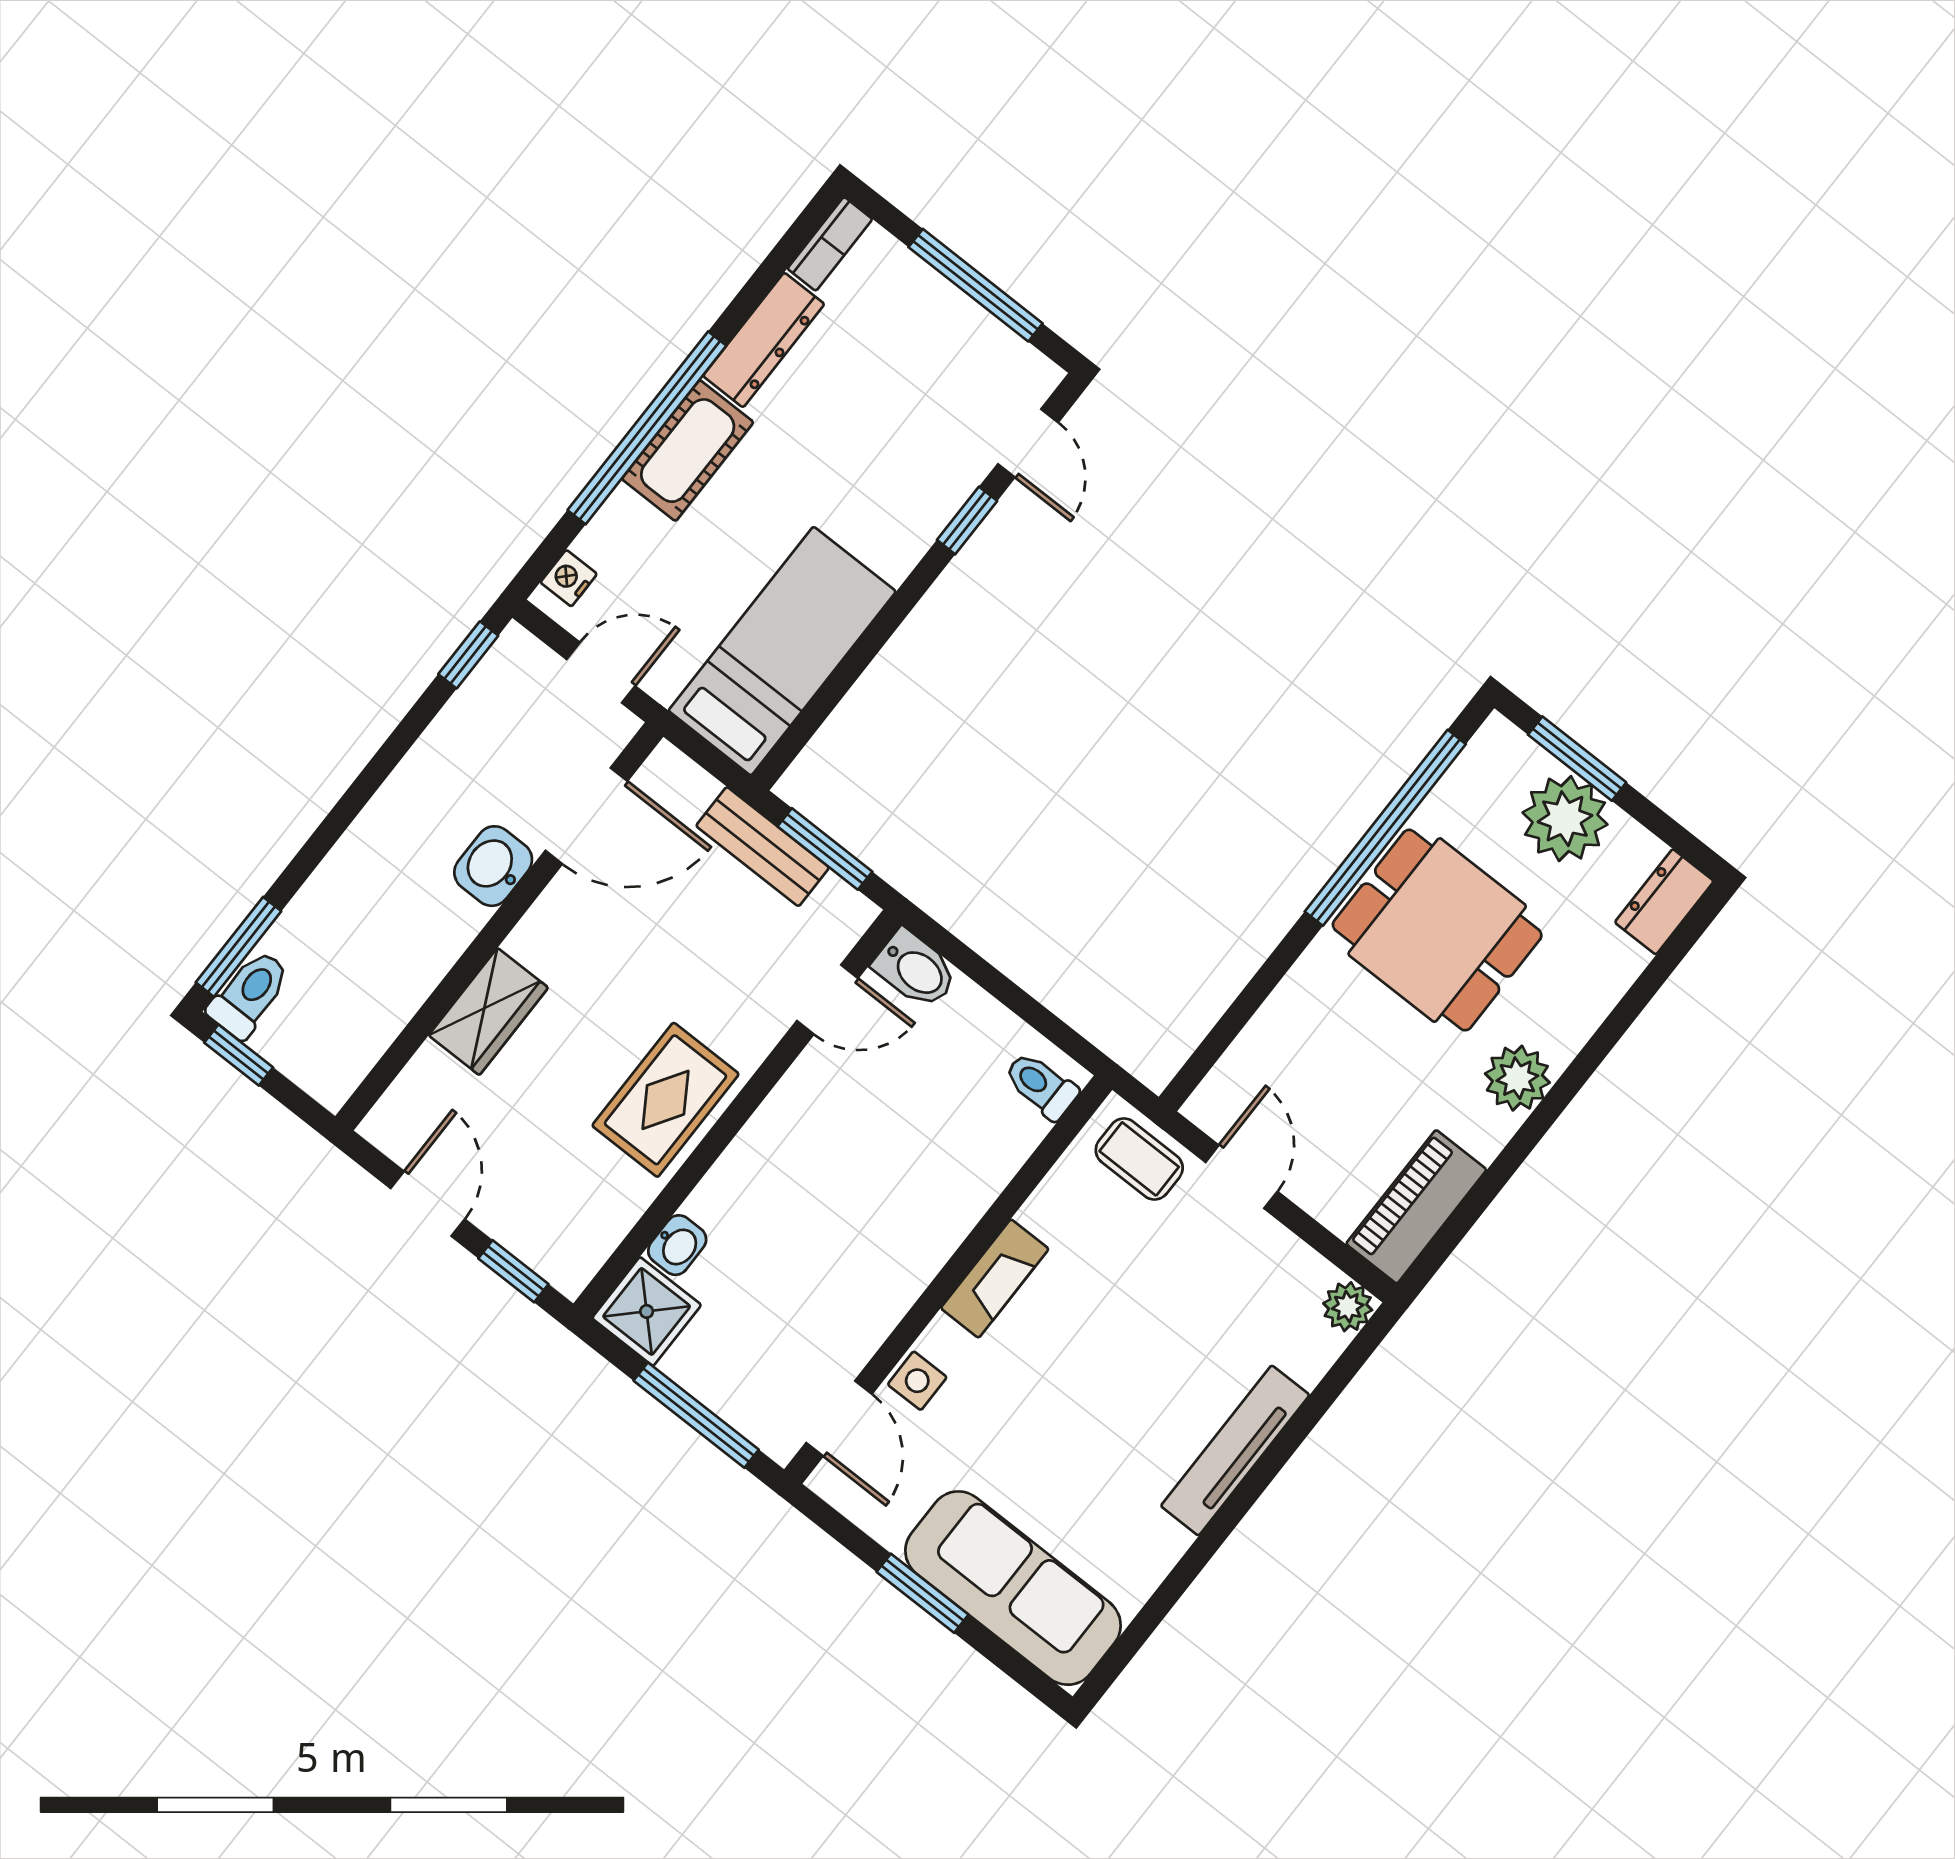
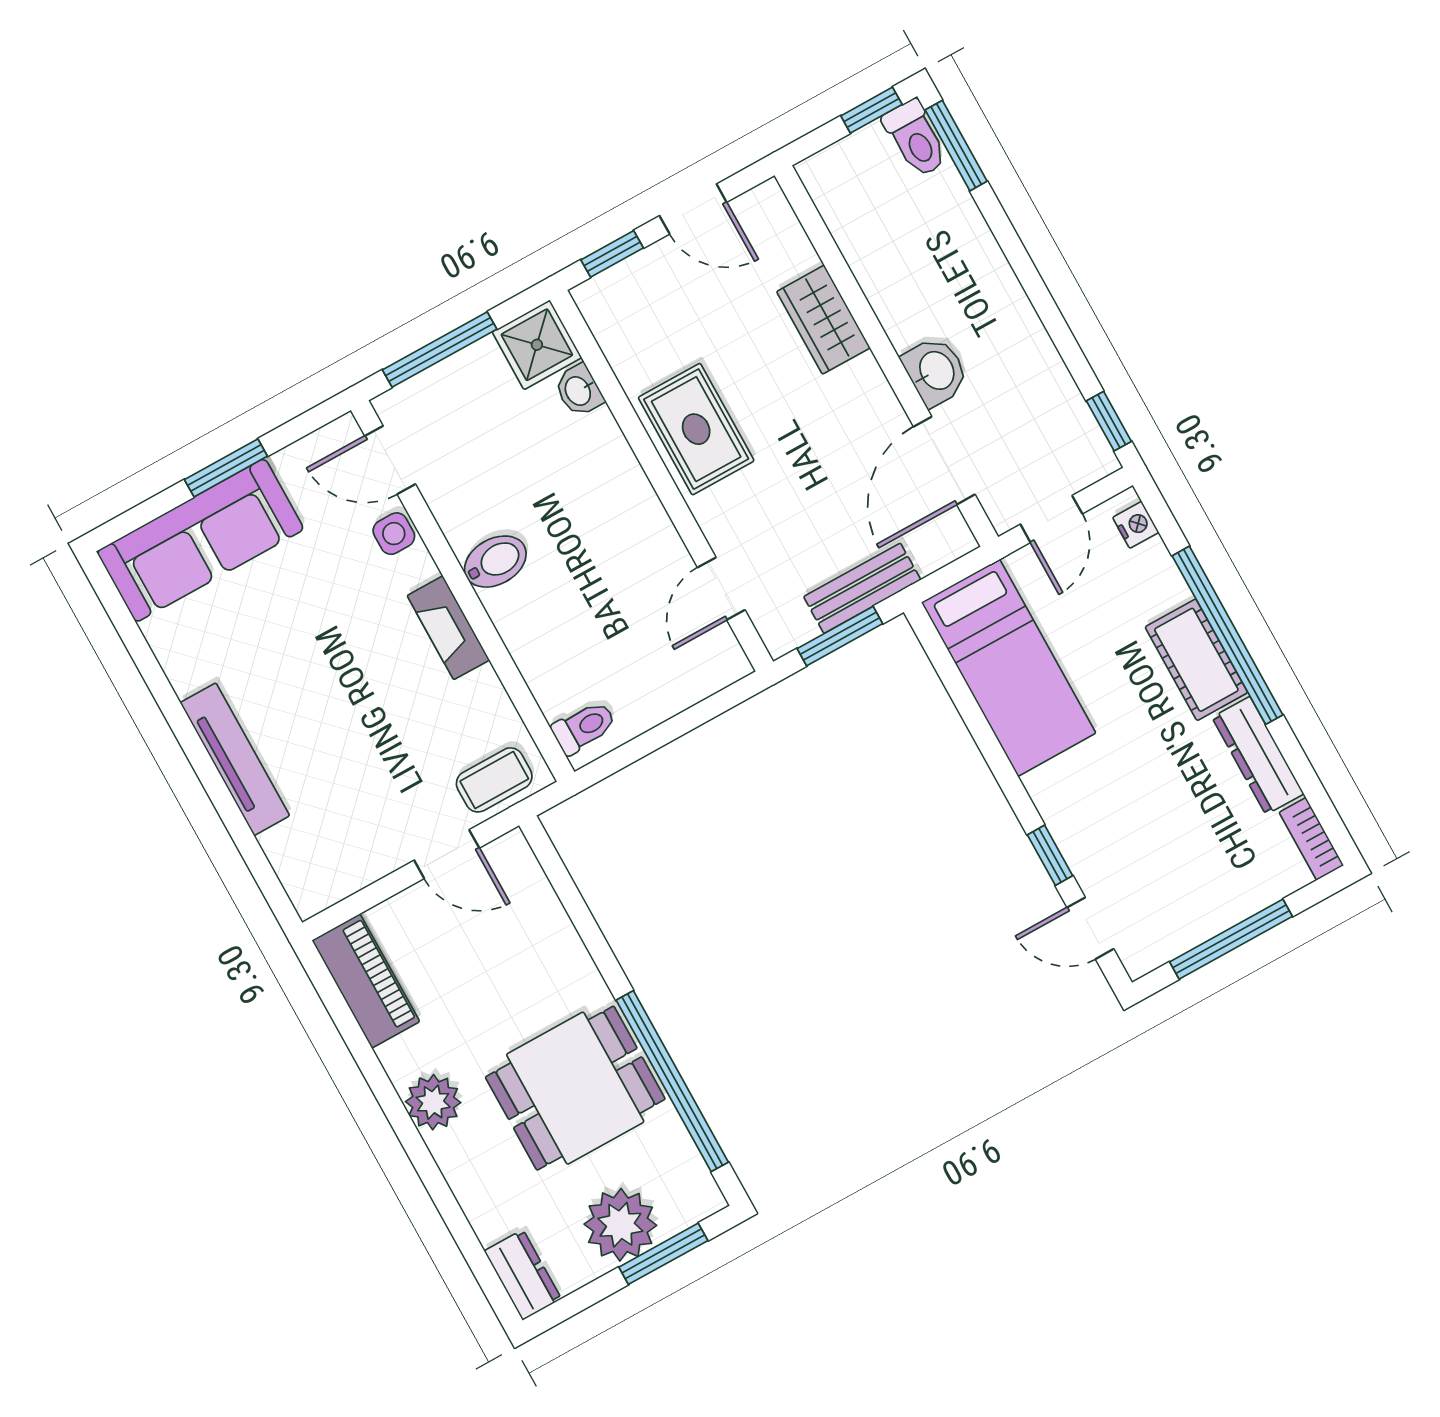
bidet: (915, 969) -> (495, 562), moved, turned 180
plant: (1348, 1307) -> (310, 894), removed

